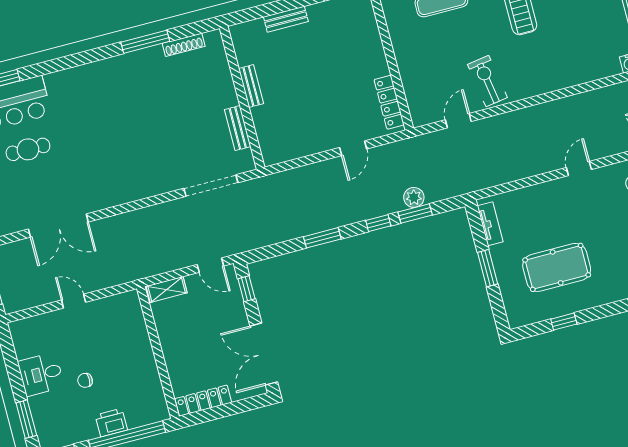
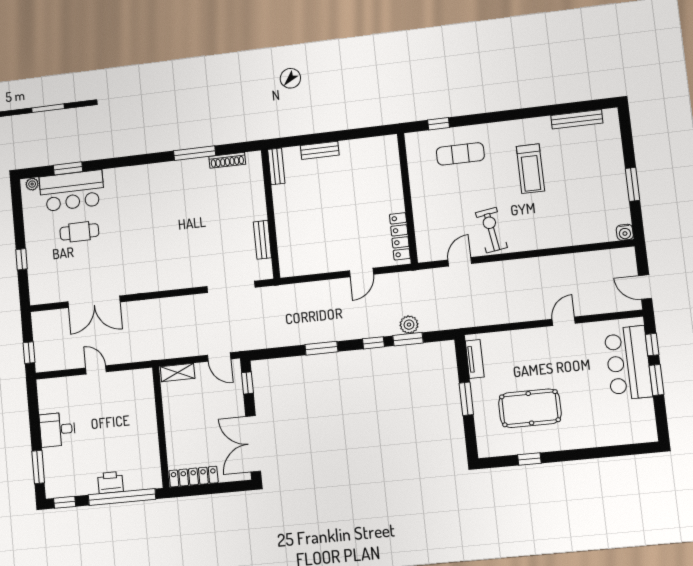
bench: (251, 86) -> (276, 166), moved
chair: (85, 380) -> (94, 441), removed

